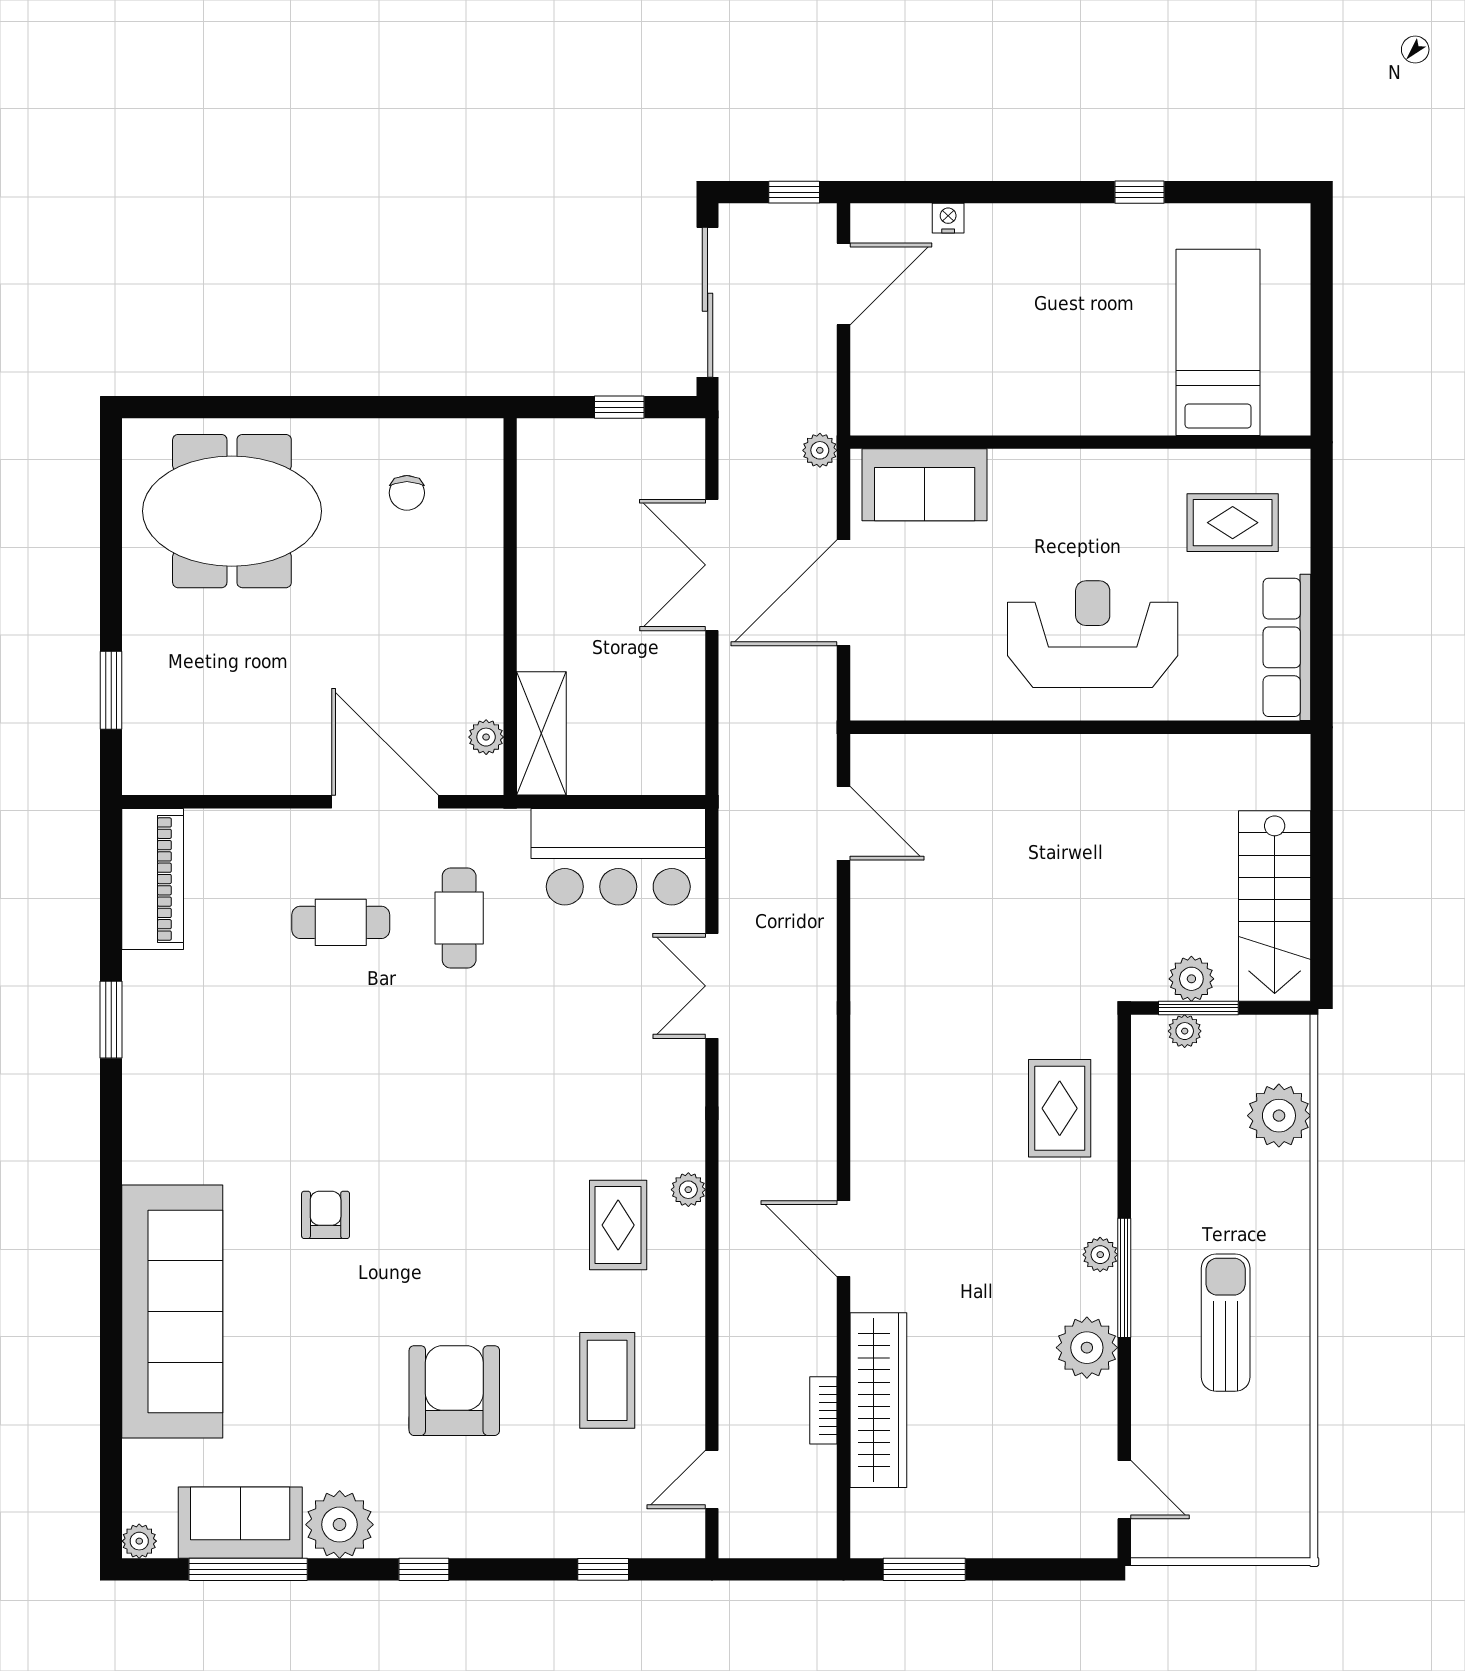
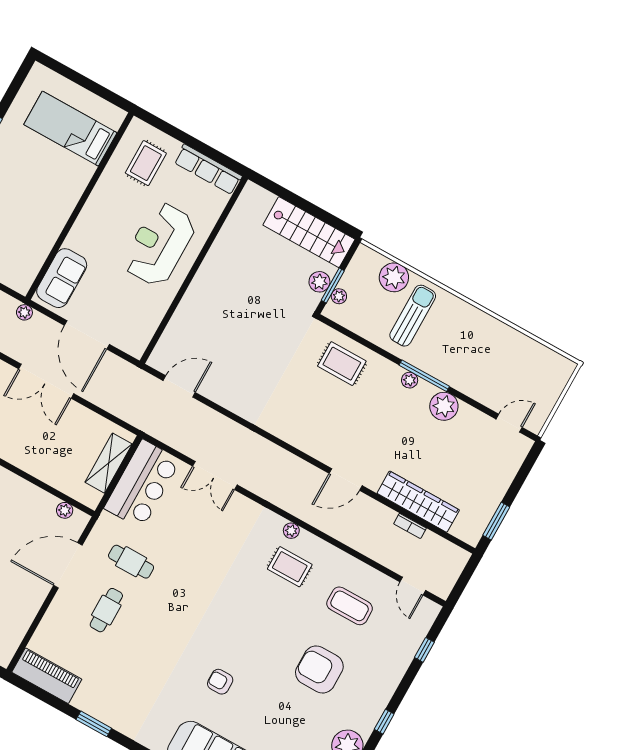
shelving: (541, 733) -> (109, 463), moved, turned 90
sun lounger: (1226, 1323) -> (413, 316), moved, turned 90

